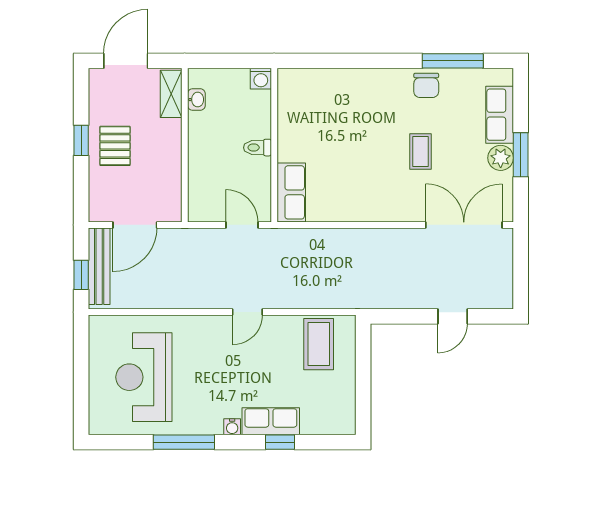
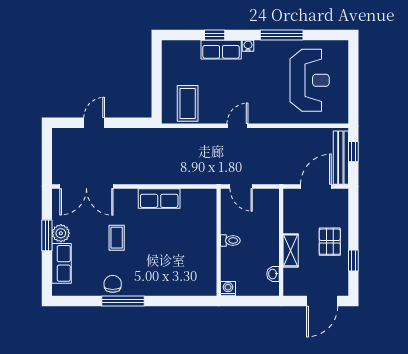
window: (453, 61) -> (123, 301), moved
shelving: (171, 94) -> (291, 250), moved
window: (81, 140) -> (353, 260), moved
row of seats: (291, 192) -> (159, 198), moved, turned -90

